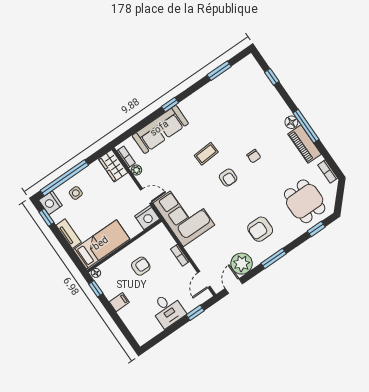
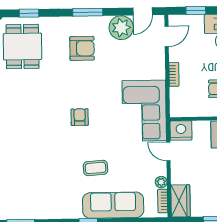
coffee table: (206, 154) -> (96, 168), moved
chair: (254, 156) -> (42, 121), removed

